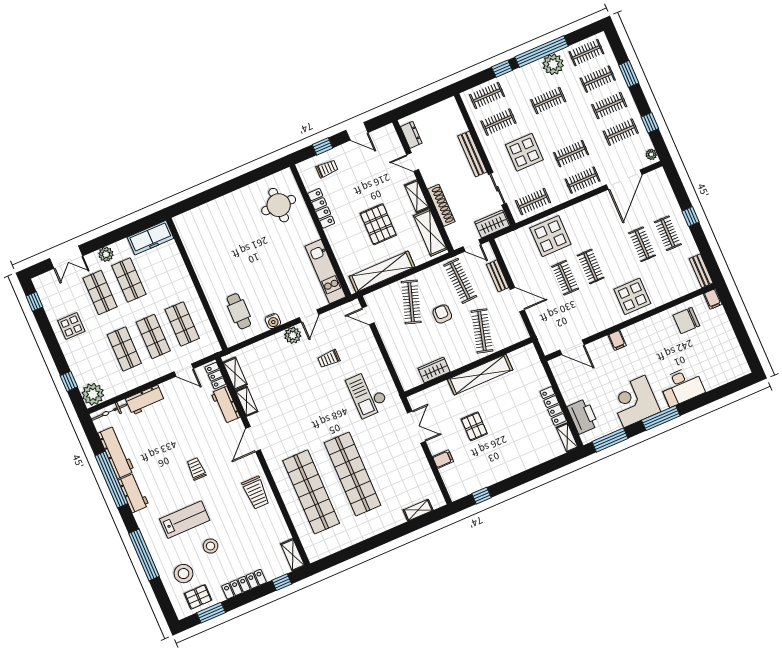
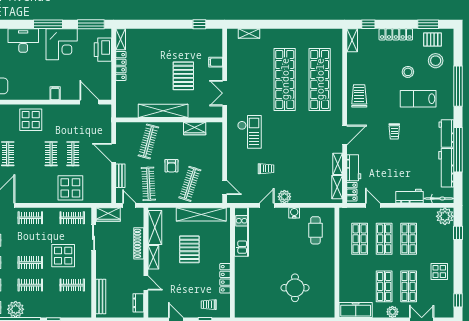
clothes rail: (487, 96) -> (72, 307), removed
bench: (472, 154) -> (101, 296), moved
clothes rail: (571, 154) -> (30, 263), moved
round table: (279, 205) -> (295, 288), moved
pallet: (474, 426) -> (183, 76), width x1.50, depth x1.42

